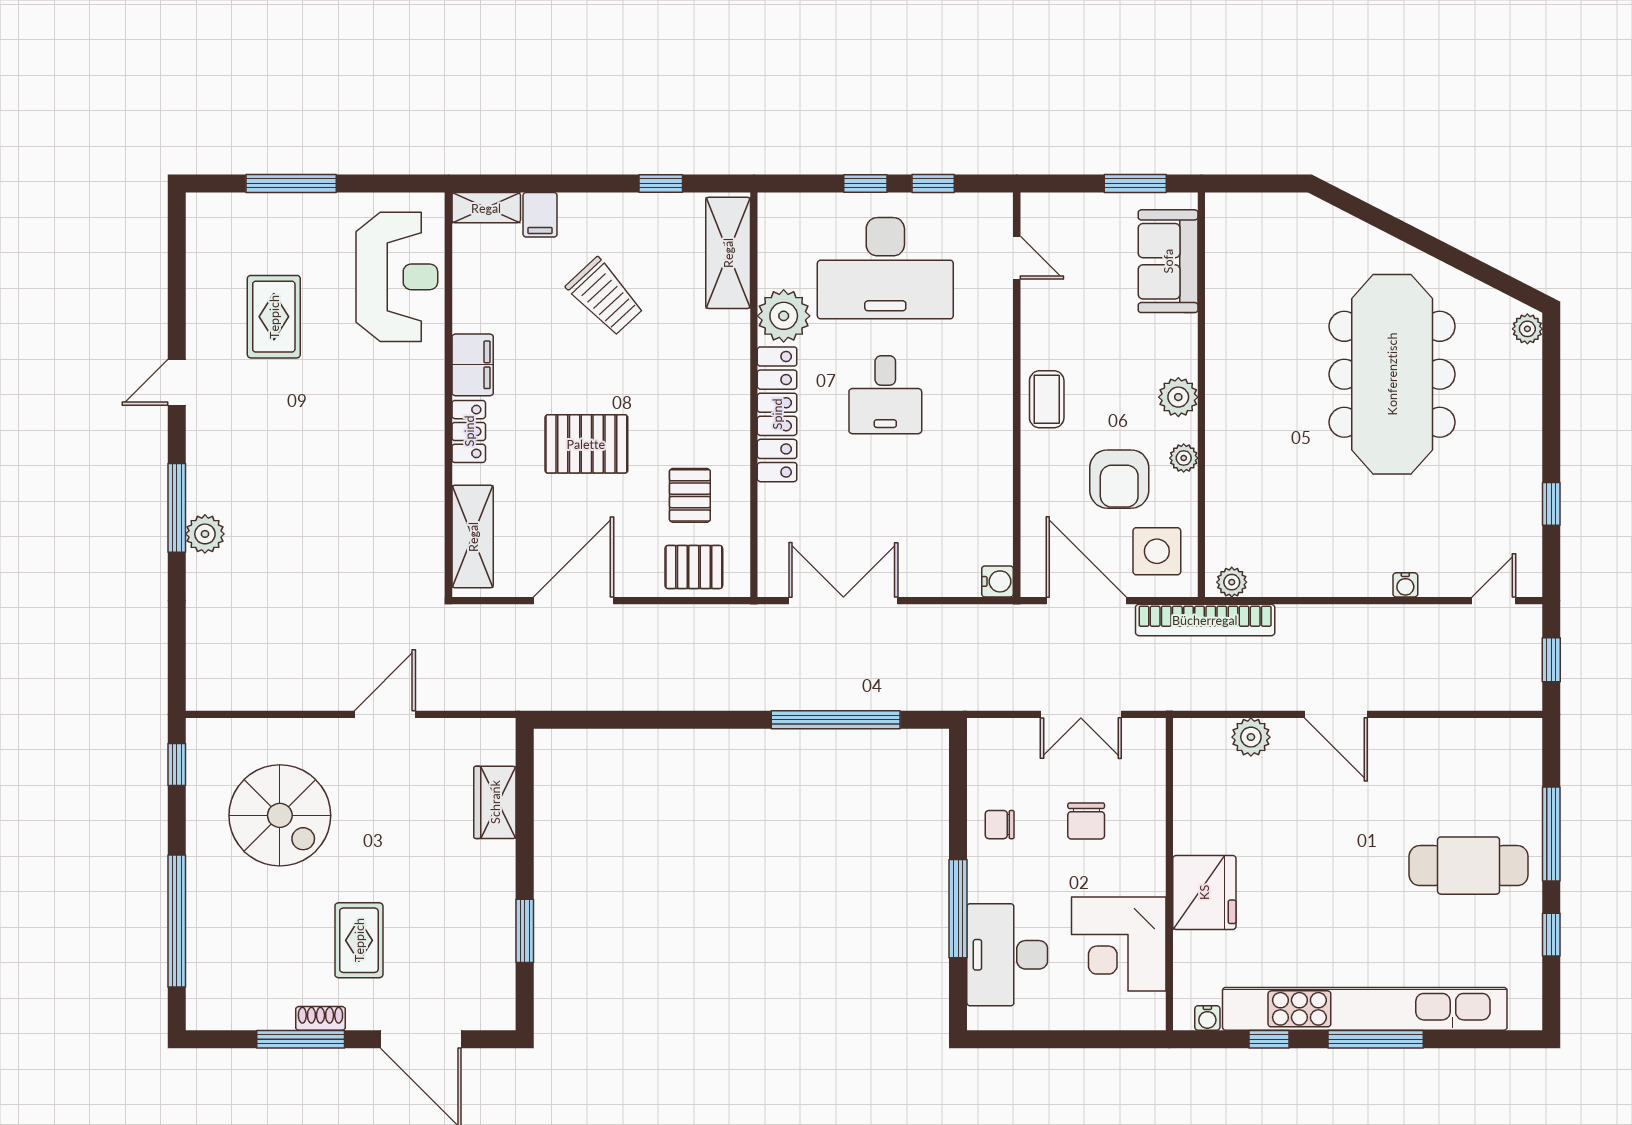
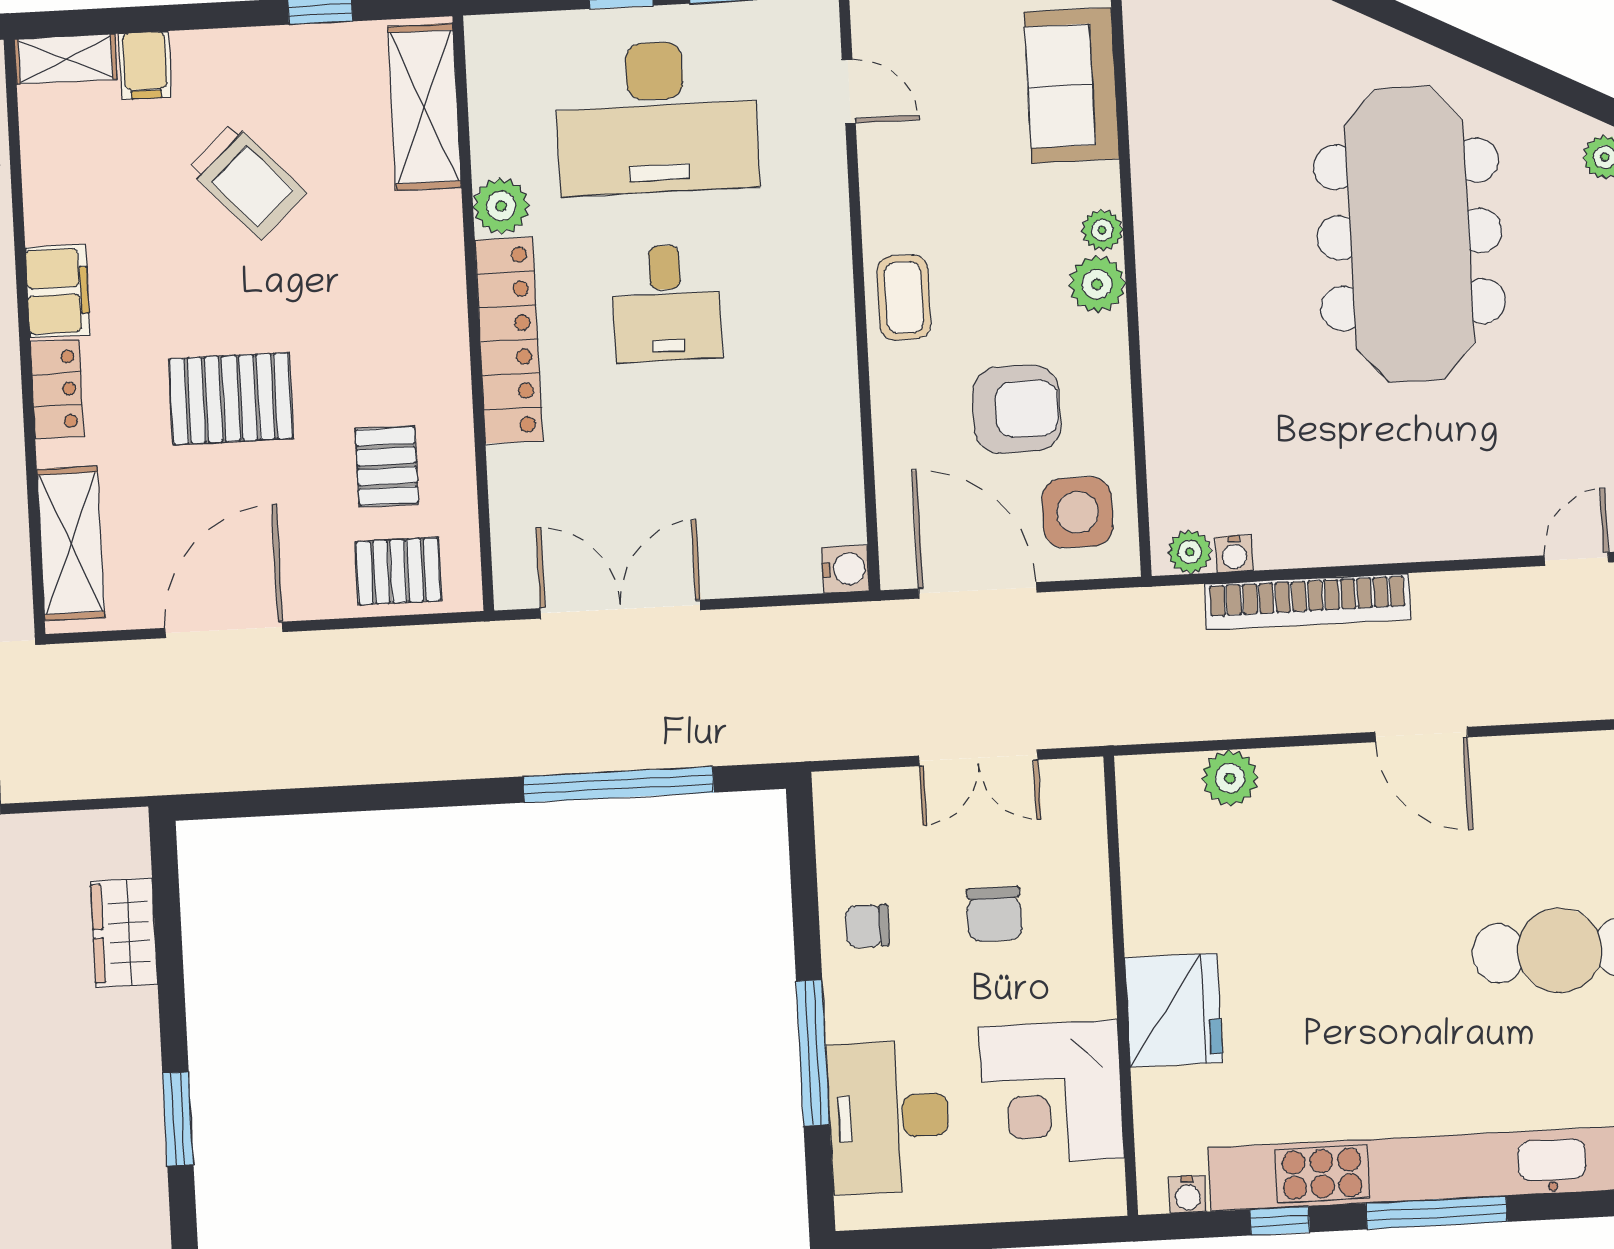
plant: (784, 316) -> (501, 206), width x0.73, depth x0.73
plant: (1184, 458) -> (1102, 230), moved
armchair: (1119, 479) -> (1017, 409), turned -90
water cooler: (1405, 585) -> (1234, 554), moved
bookcase: (1205, 620) -> (1308, 602), moved
door: (1336, 714) -> (1421, 735), moved

